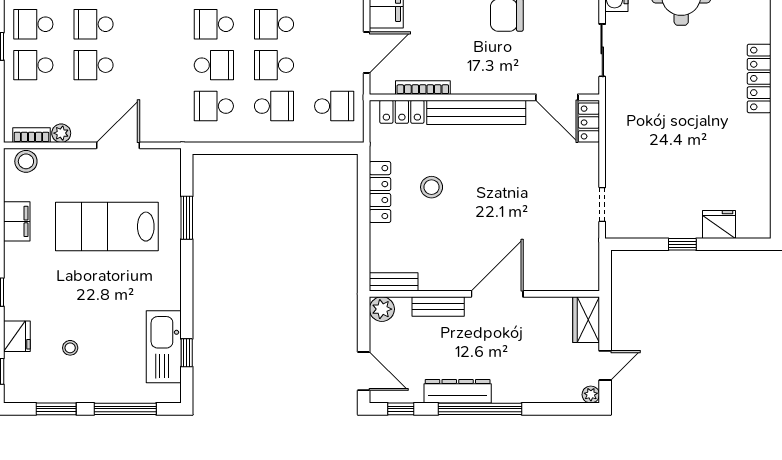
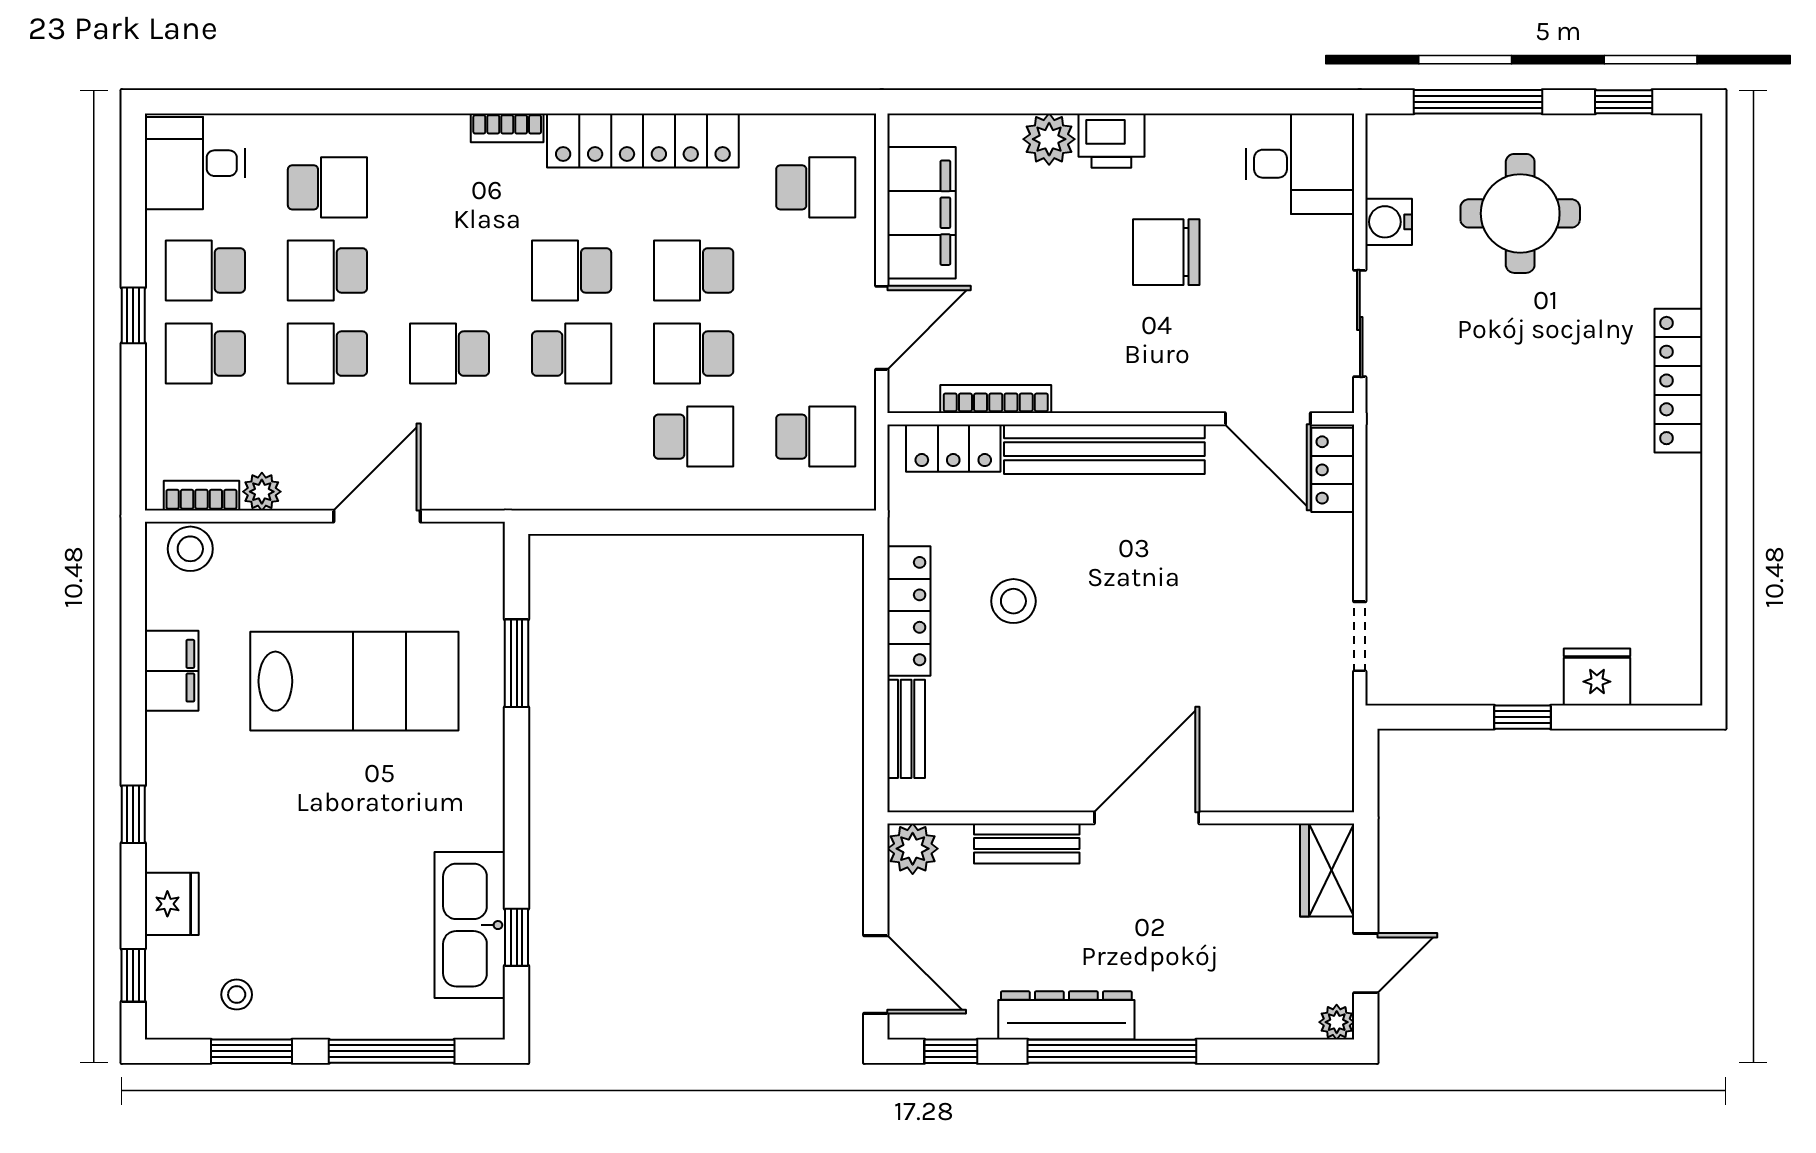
school desk: (214, 106) -> (449, 354), moved
lab bench: (107, 227) -> (354, 681), turned 180
bench: (394, 282) -> (906, 729), moved, turned 90
stool: (70, 348) -> (237, 995), moved

